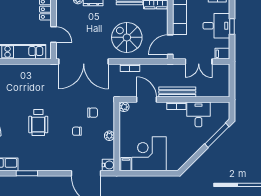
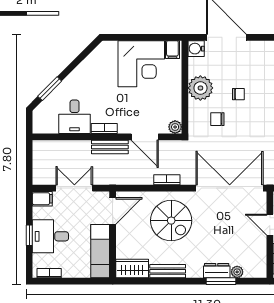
bench: (177, 92) -> (110, 147), width x0.73
window: (217, 135) -> (50, 89), width x0.69
plant: (109, 136) -> (200, 88), width x1.88, depth x1.88

